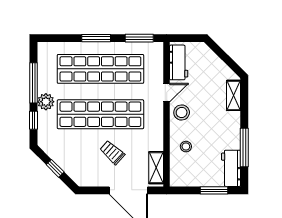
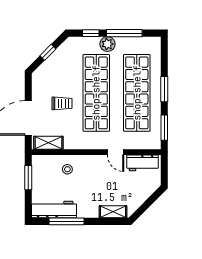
stool: (182, 112) -> (98, 165), removed
trolley: (112, 152) -> (62, 103), turned 48
workbench: (231, 168) -> (54, 210), width x1.38
window: (214, 190) -> (28, 178), moved

